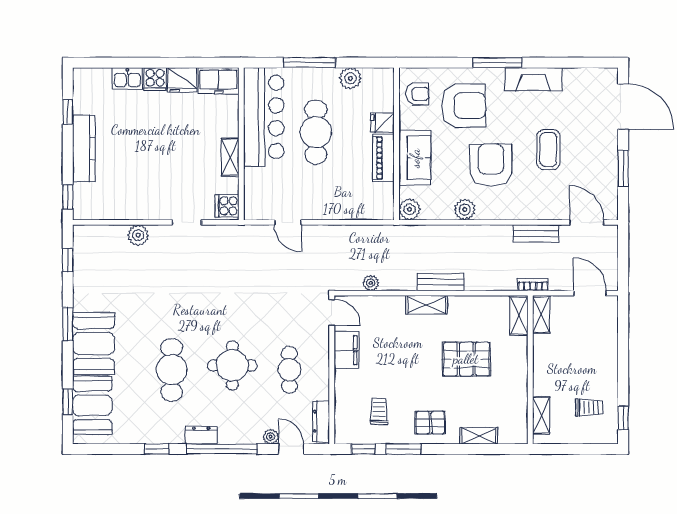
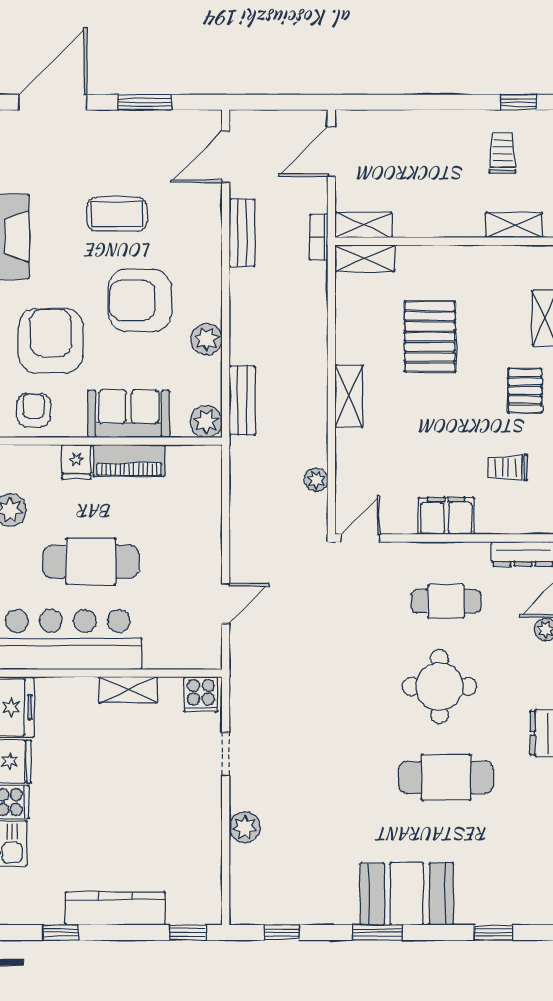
bench: (441, 282) -> (242, 400), moved
filing cabinet: (347, 350) -> (446, 516), moved
booth: (92, 405) -> (499, 896), removed

